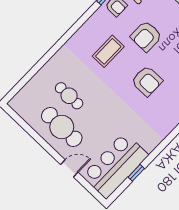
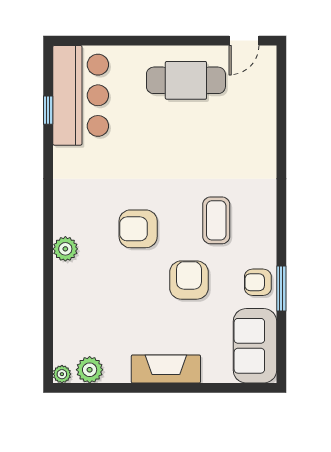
cafe table: (69, 96) -> (212, 125), removed
door: (69, 168) -> (244, 41), moved

